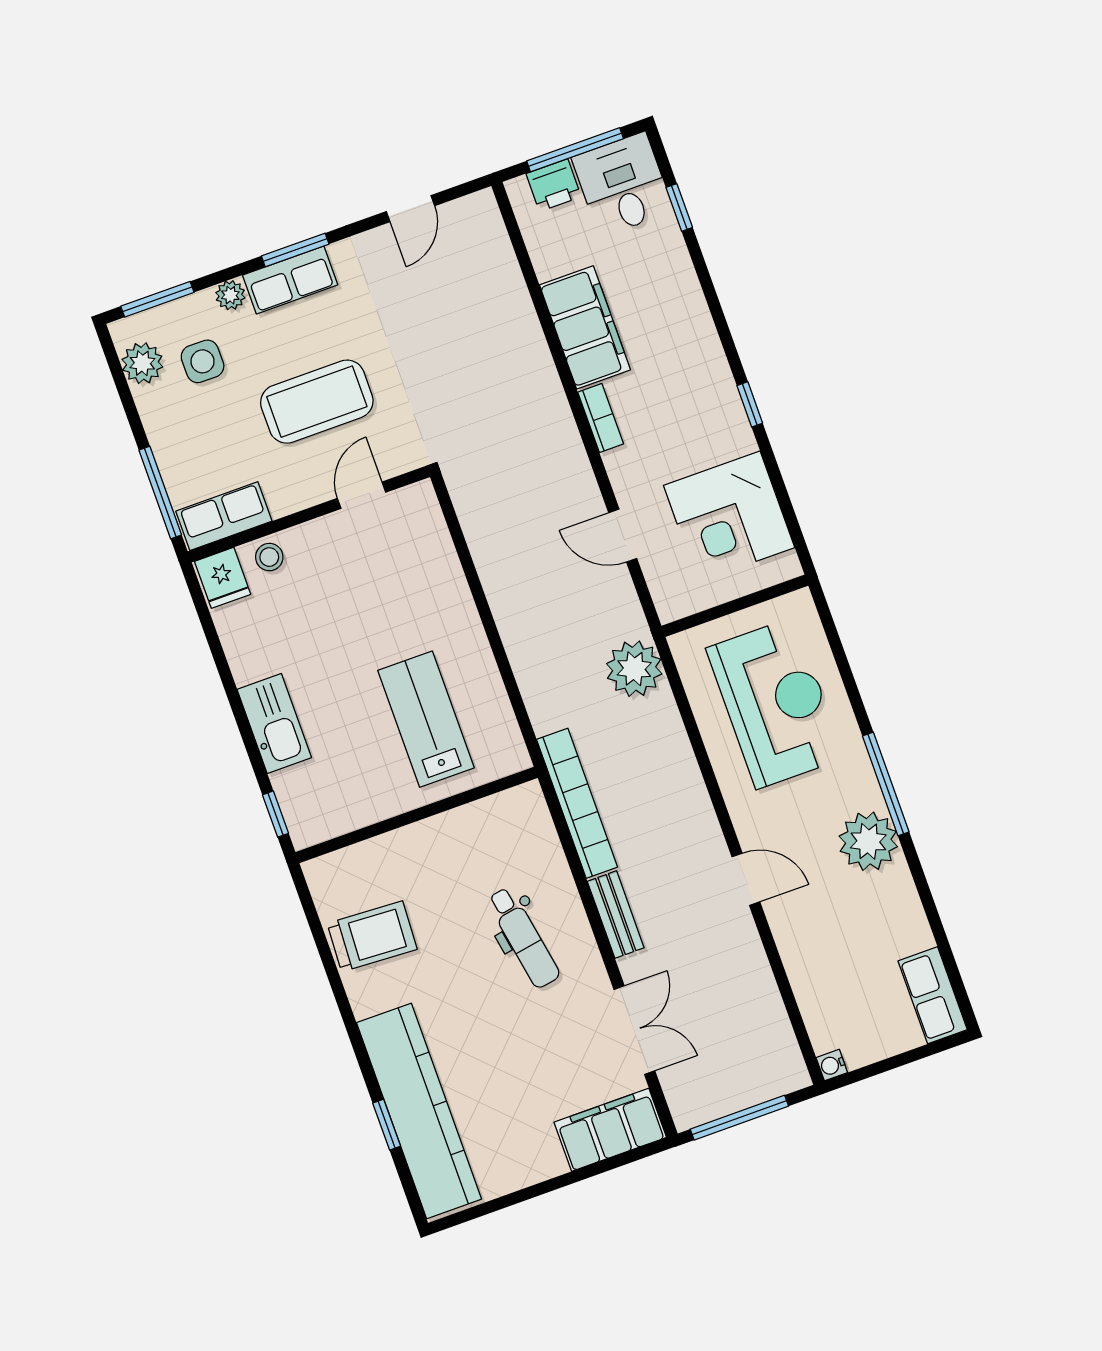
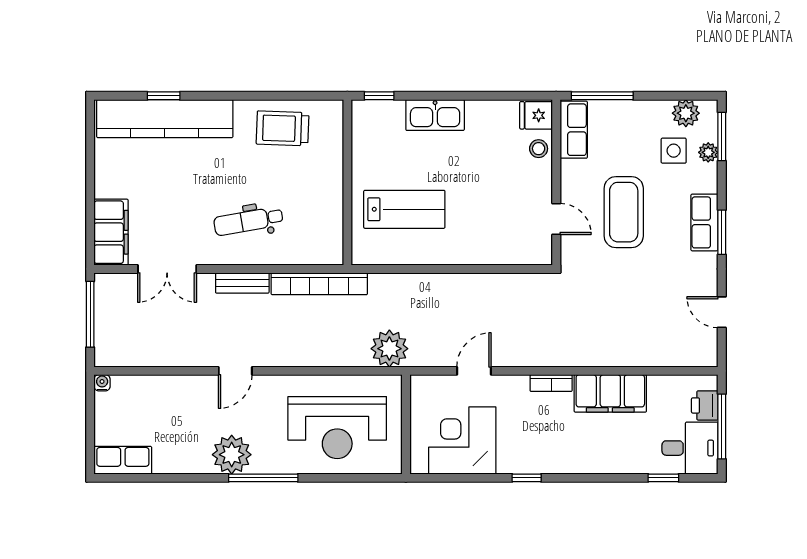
plant: (230, 295) -> (708, 152), moved
trolley: (372, 936) -> (283, 128), turned 89

